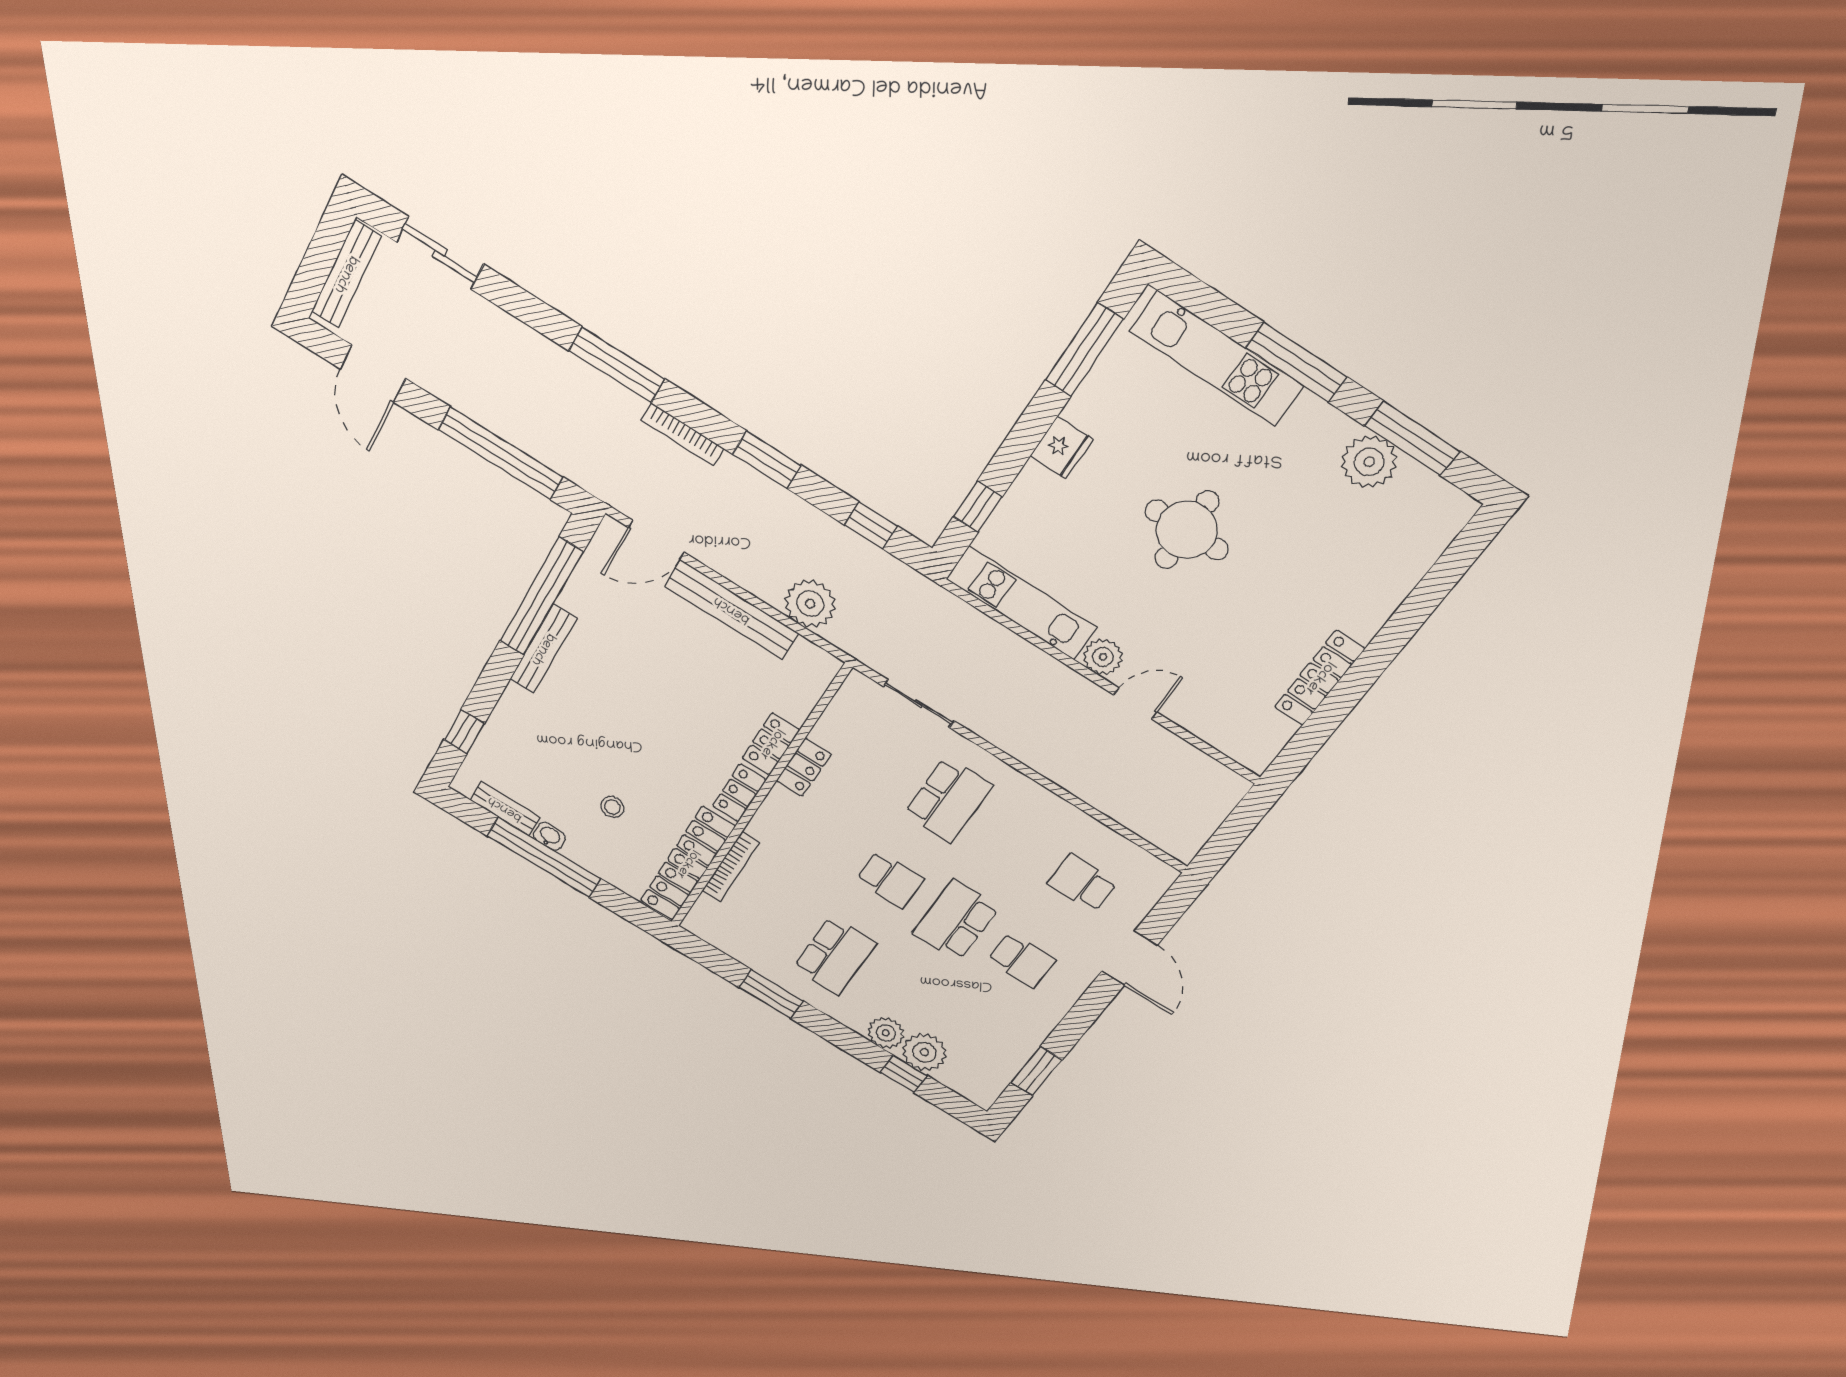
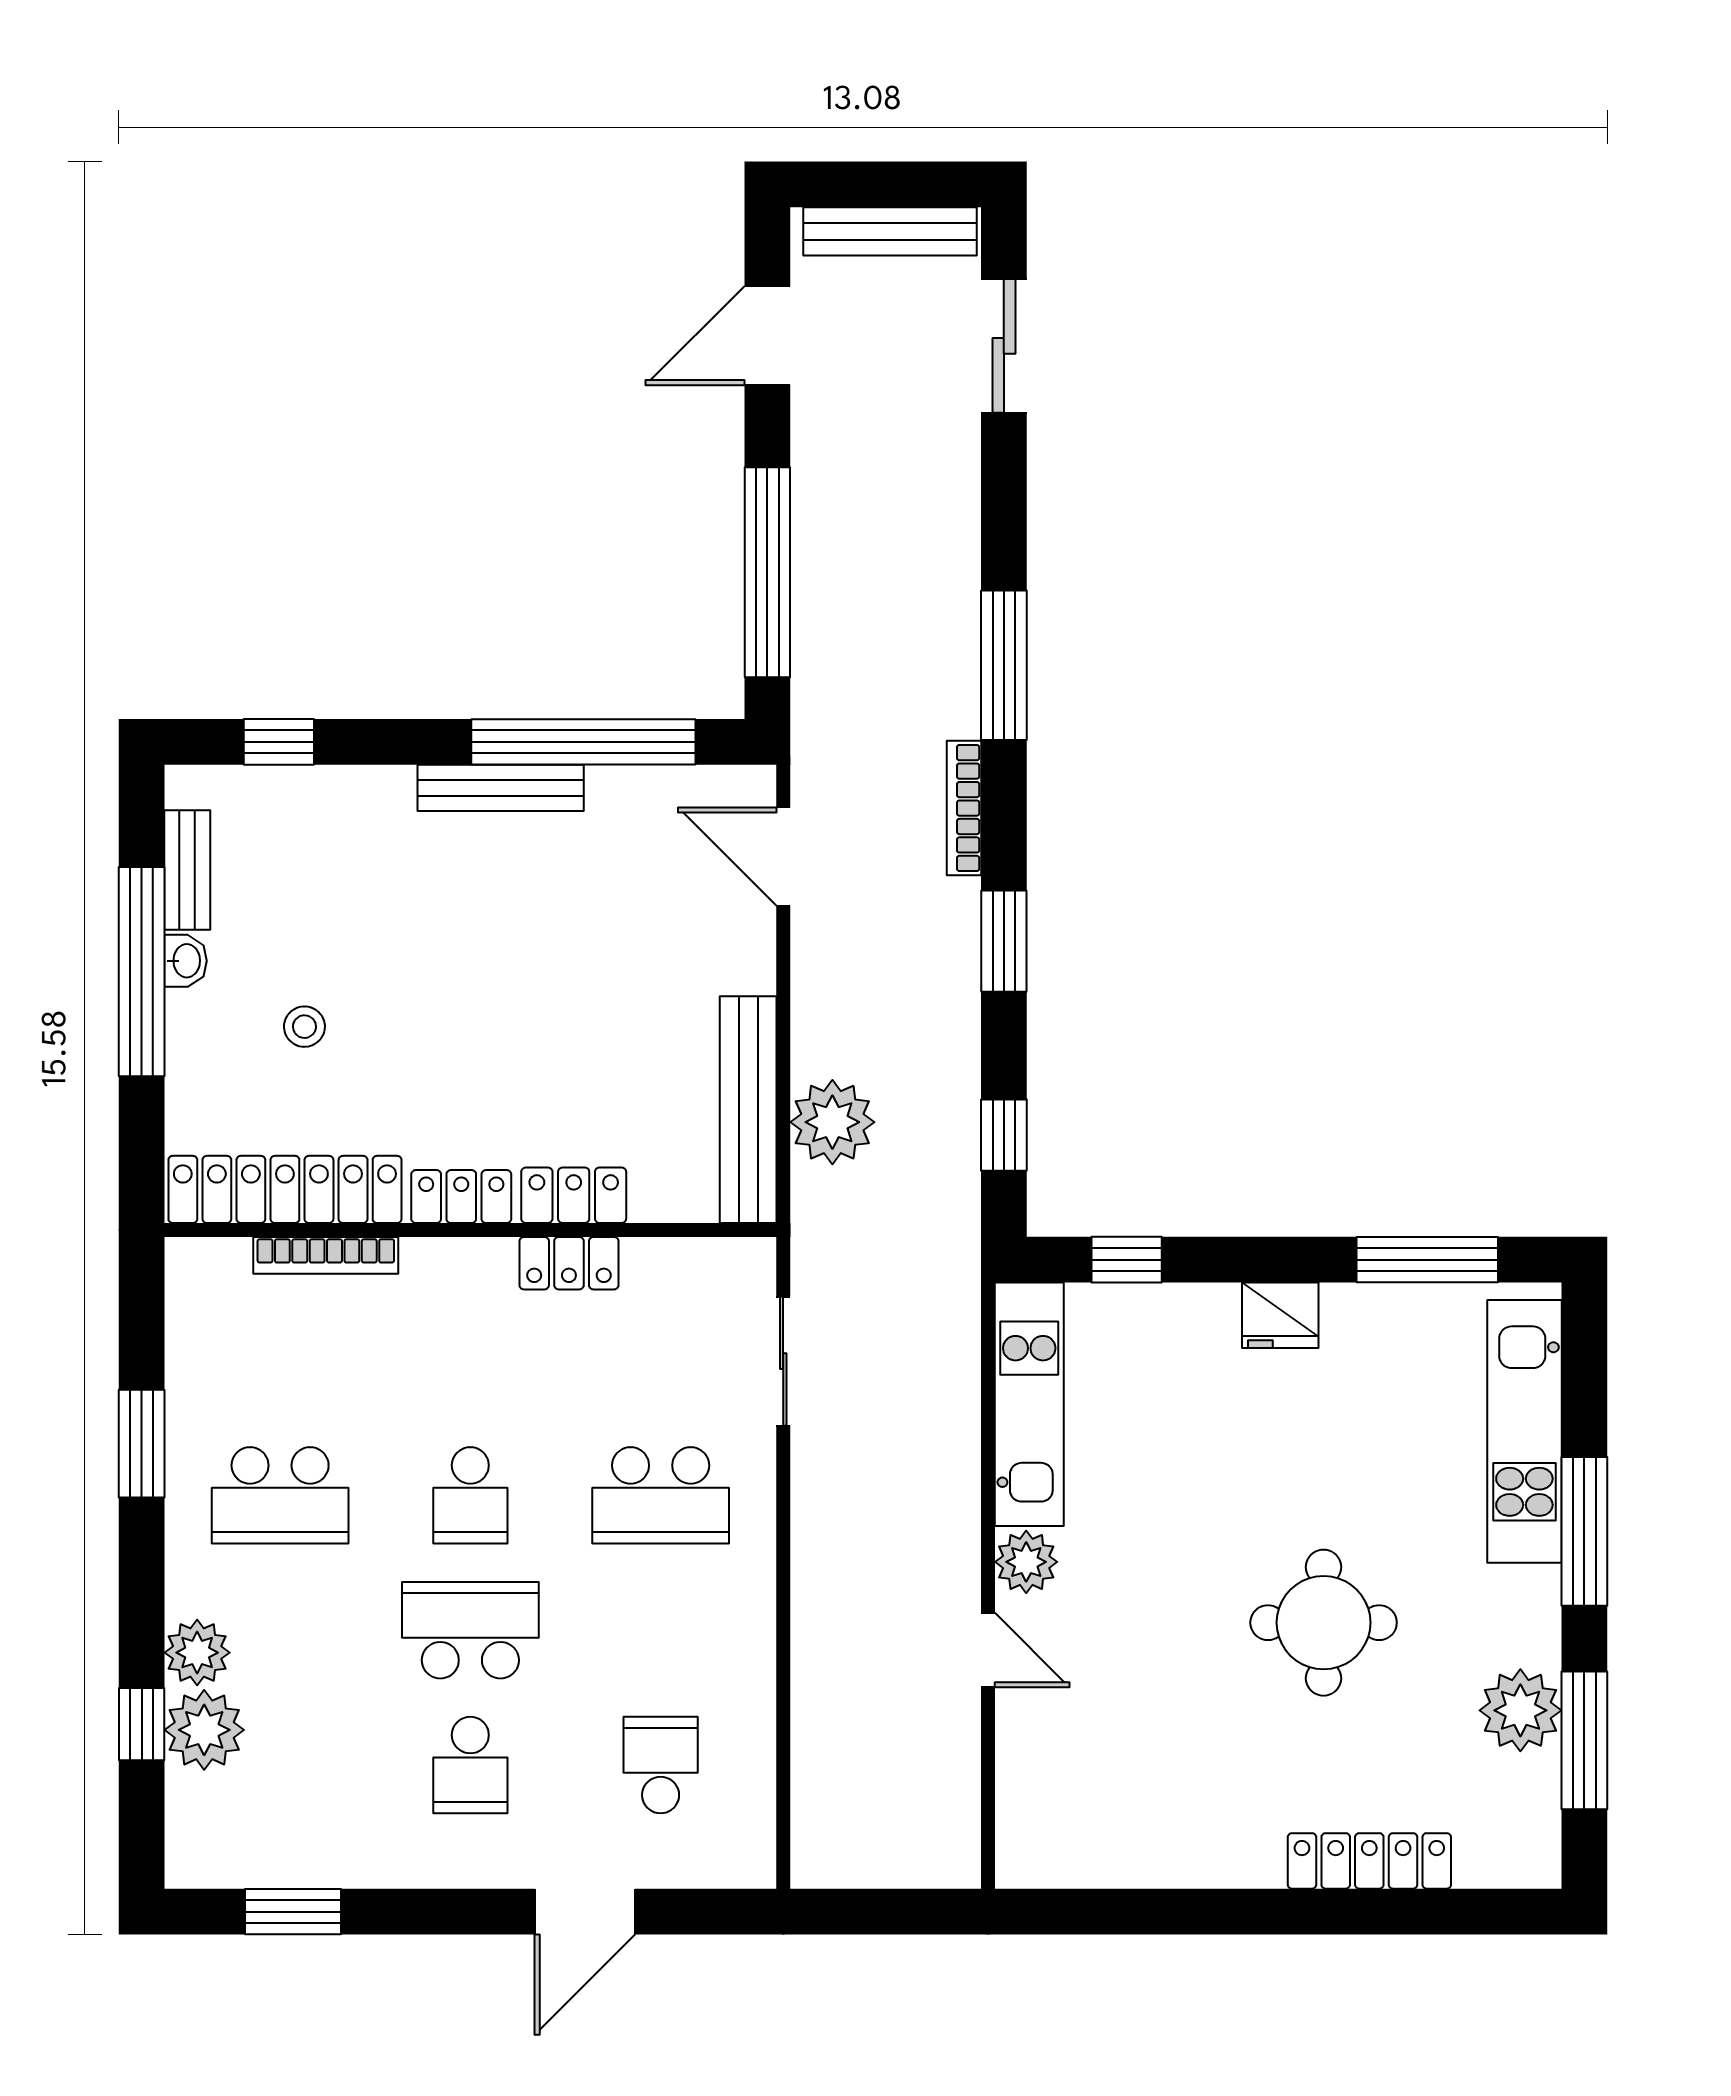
round table: (1187, 530) -> (1324, 1623), moved
bench: (732, 610) -> (748, 1110), moved
locker: (1319, 678) -> (1369, 1861), moved

